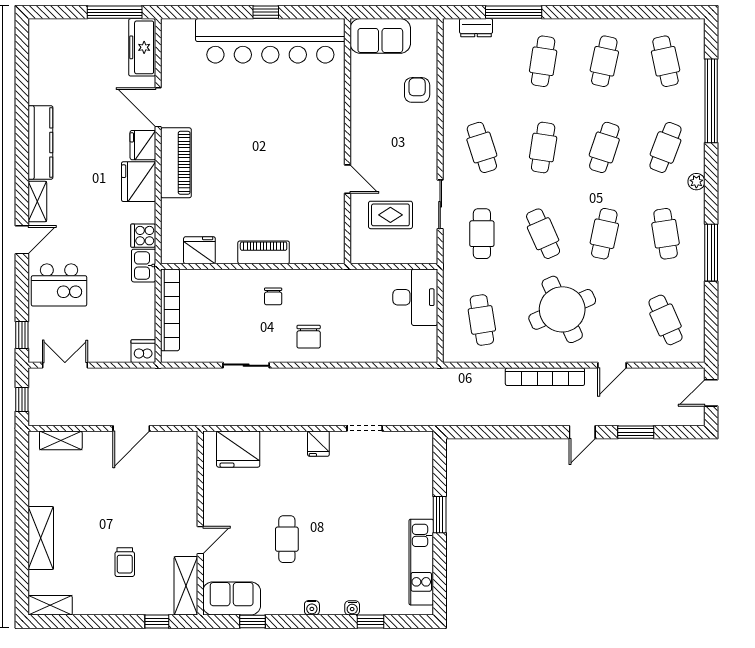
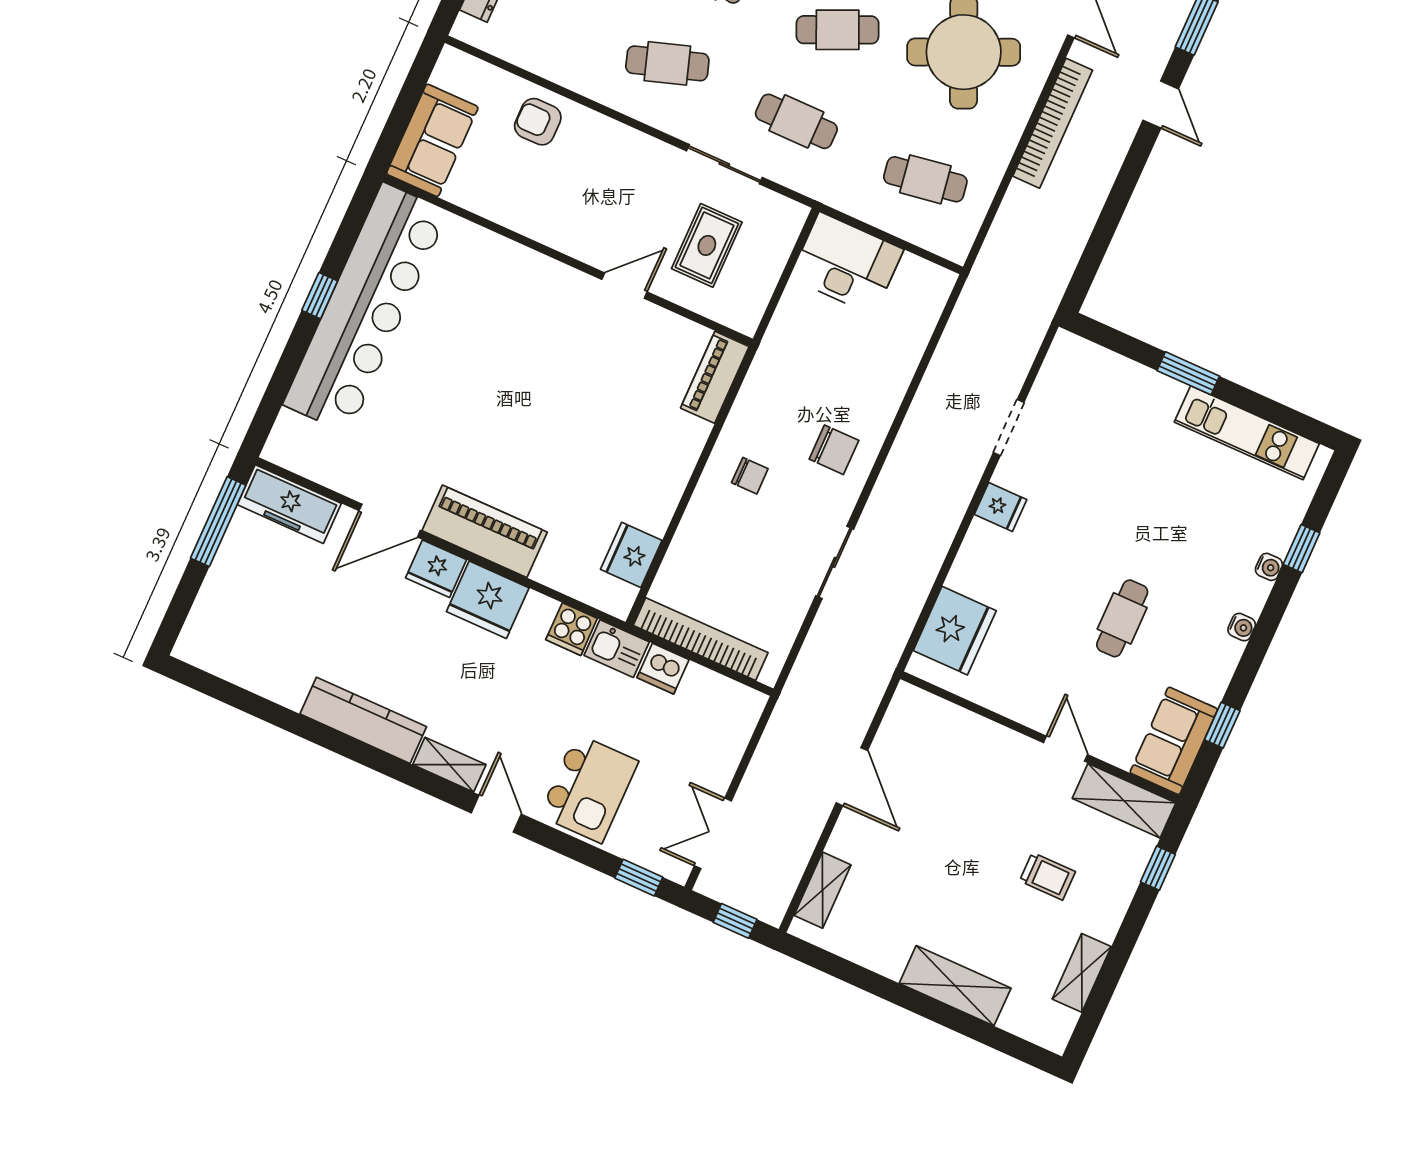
piano: (264, 252) -> (715, 377), moved
dishwasher: (143, 351) -> (663, 669), moved, turned -90
cafe table: (287, 539) -> (1122, 618), turned 90
shelving: (50, 605) -> (1082, 973), moved

